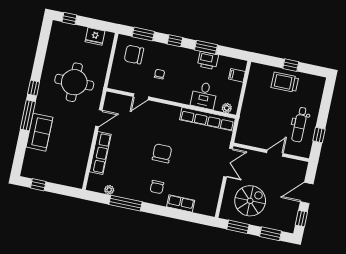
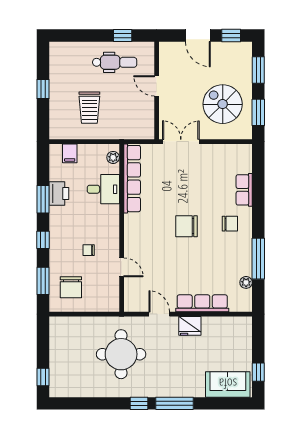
fridge: (95, 36) -> (190, 326), moved, turned 90
trolley: (285, 82) -> (89, 108), moved
sofa: (39, 132) -> (228, 384), moved

